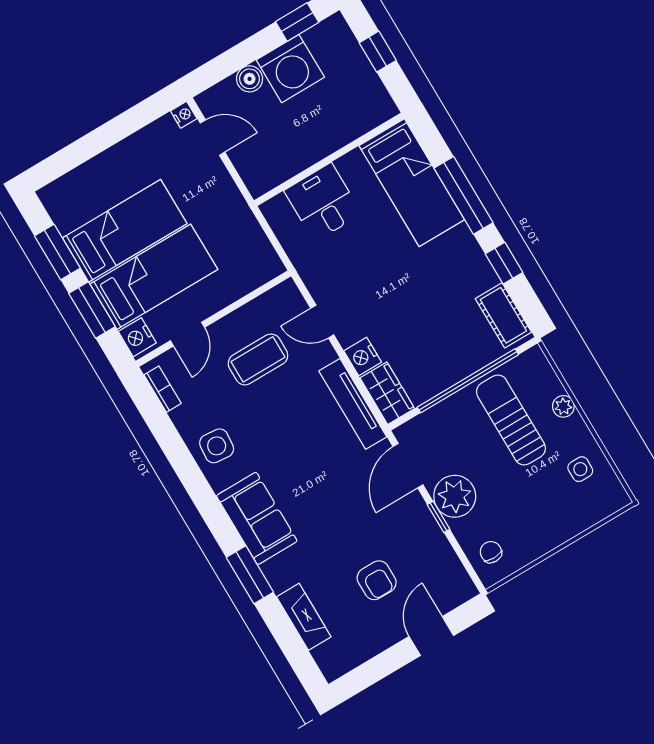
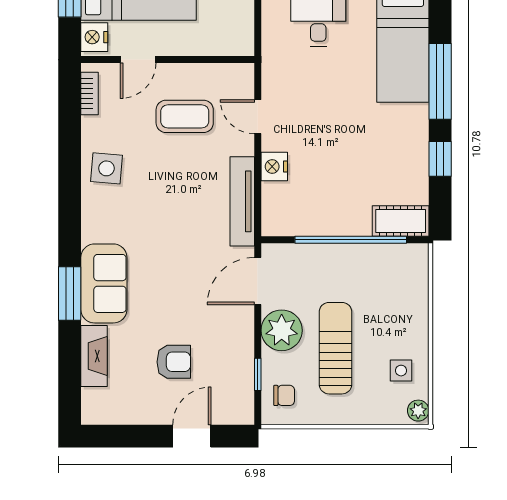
cot: (503, 315) -> (401, 221), moved, turned 90
wardrobe: (387, 393) -> (277, 210), removed
plant: (563, 406) -> (418, 411), moved
sun lounger: (511, 420) -> (335, 348), moved
window: (439, 517) -> (258, 374), moved
sofa: (257, 518) -> (104, 283), moved
chair: (491, 552) -> (284, 395), turned 90
armchair: (377, 580) -> (174, 362), turned -90

